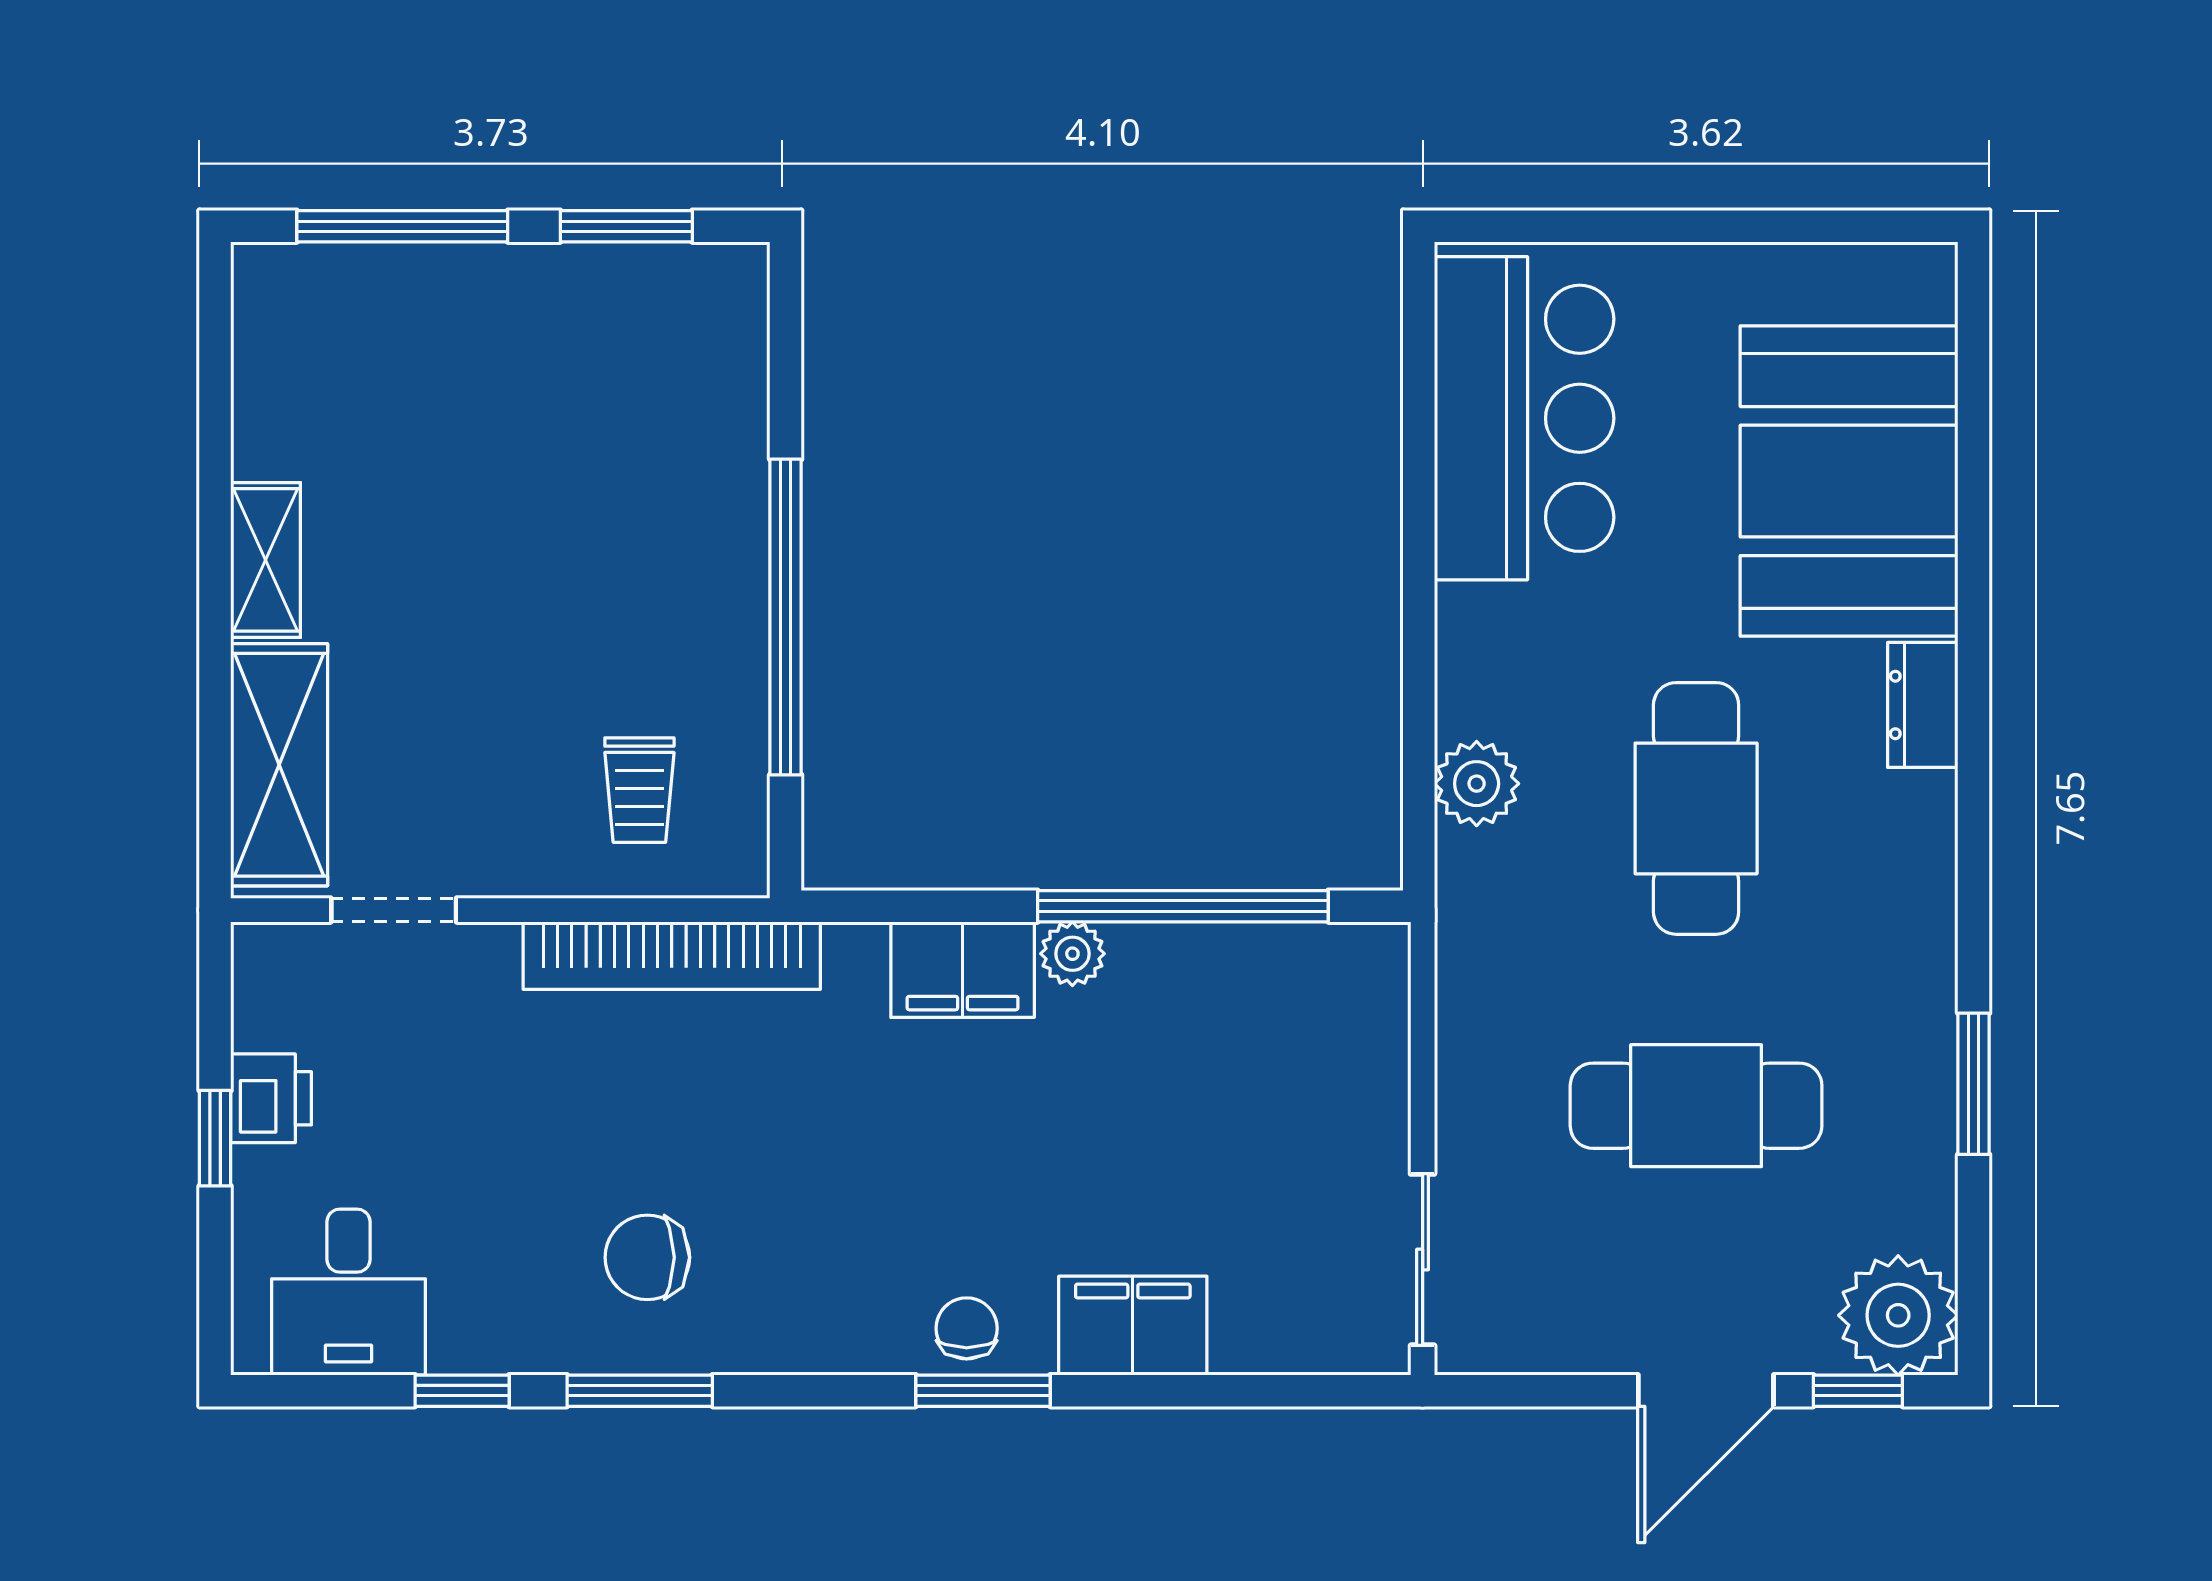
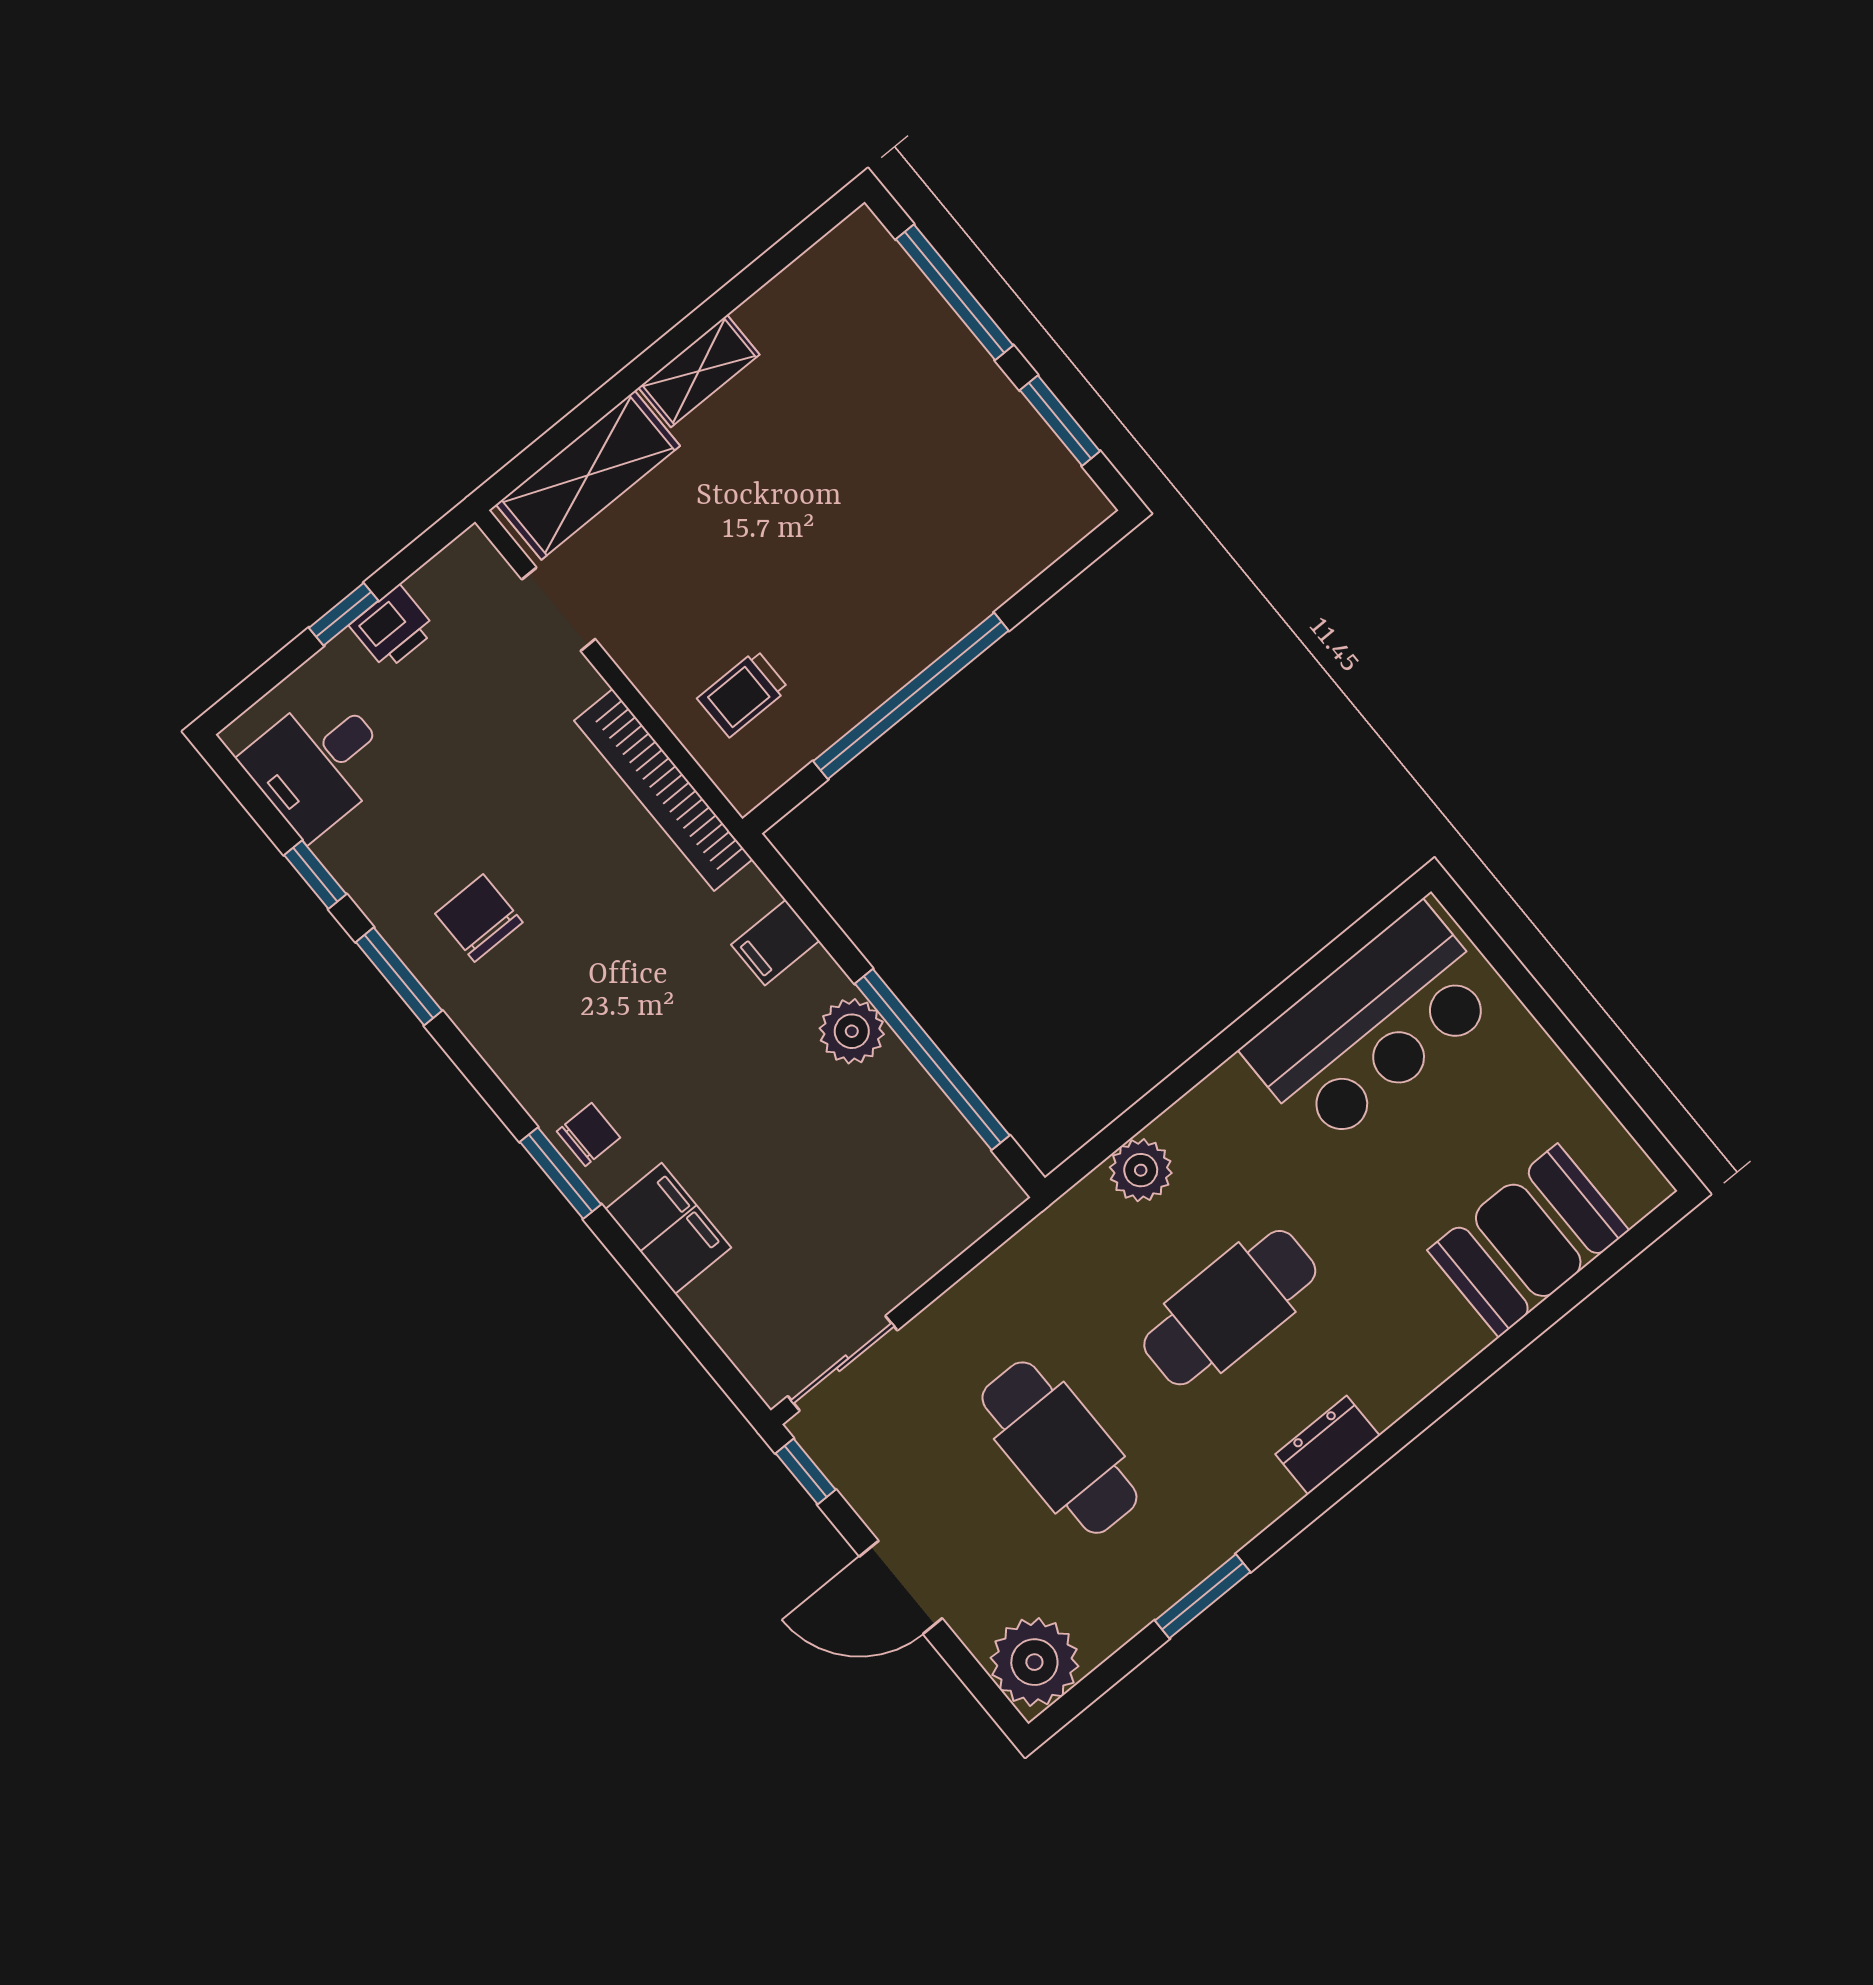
booth: (1849, 481) -> (1528, 1240), width x0.73, depth x0.70
dresser: (1923, 705) -> (1327, 1445), moved
plant: (1072, 954) -> (852, 1031), width x1.38, depth x1.38
filing cabinet: (963, 970) -> (775, 943), width x0.50
window: (1858, 1391) -> (806, 1471), moved

